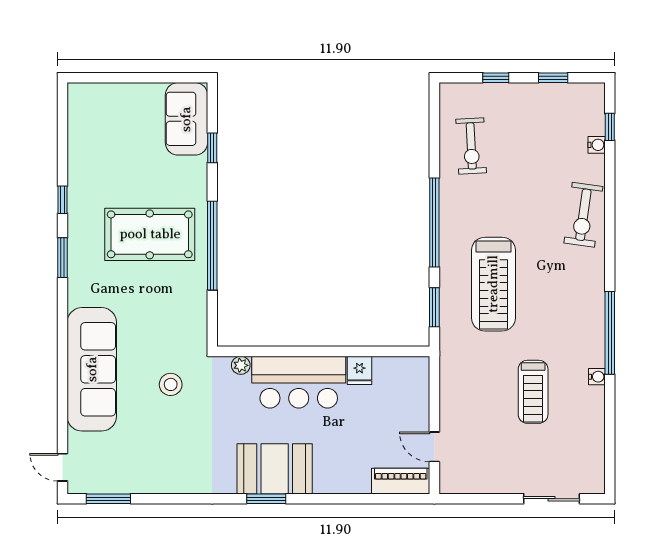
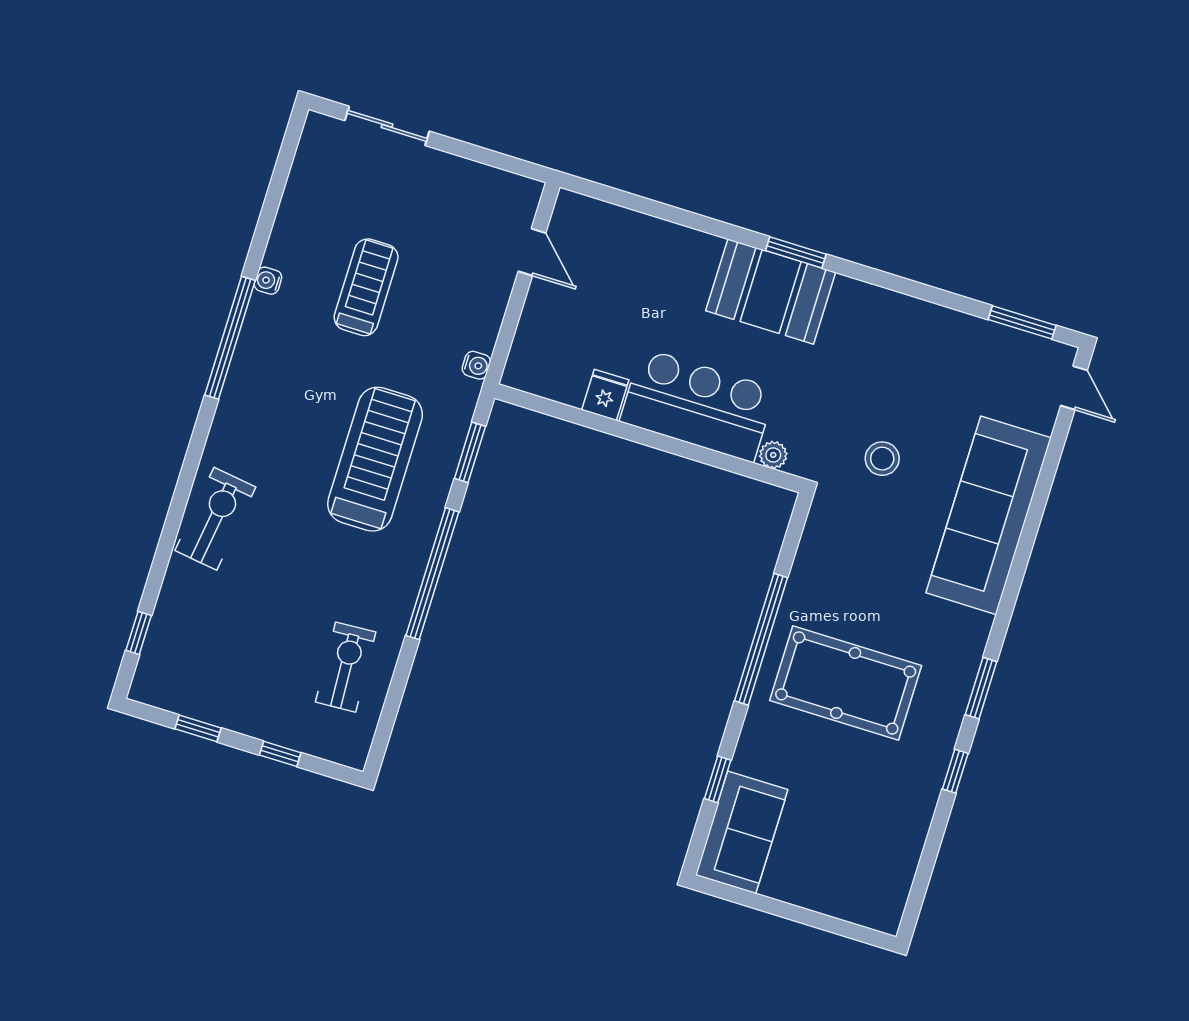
water cooler: (597, 145) -> (476, 365), moved, turned 180
piano: (401, 481) -> (595, 218), removed

